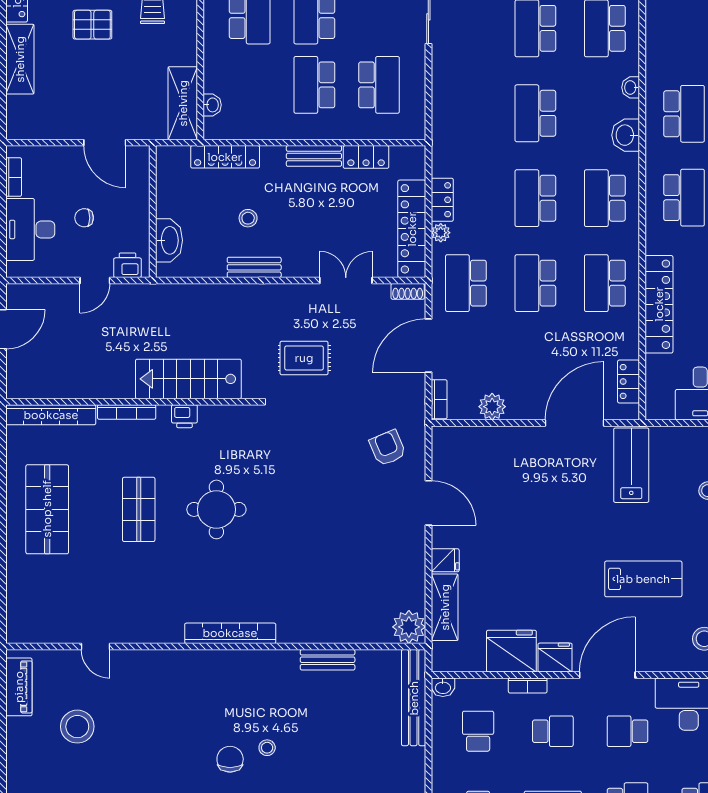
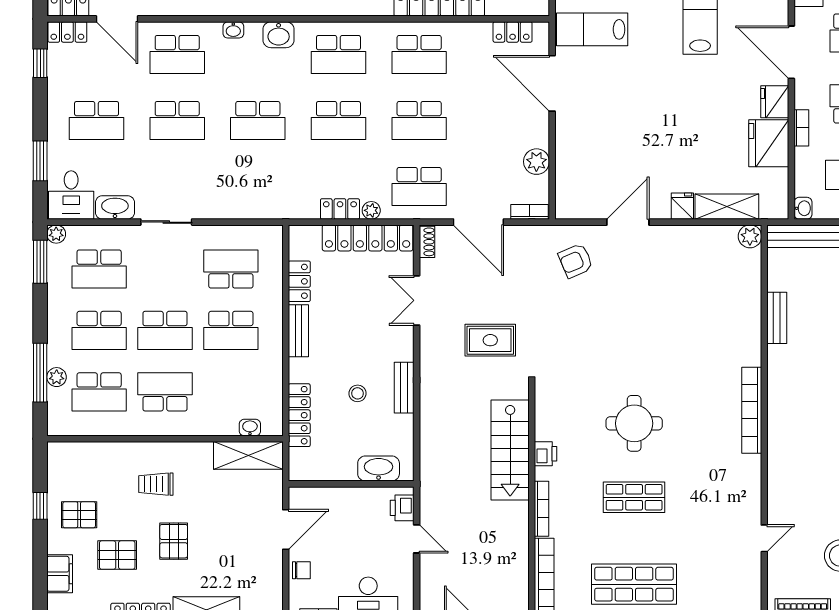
chair: (84, 218) -> (301, 570), moved, turned -90
rug: (304, 358) -> (490, 340), turned 90
plant: (409, 627) -> (750, 236), width x0.73, depth x0.73

